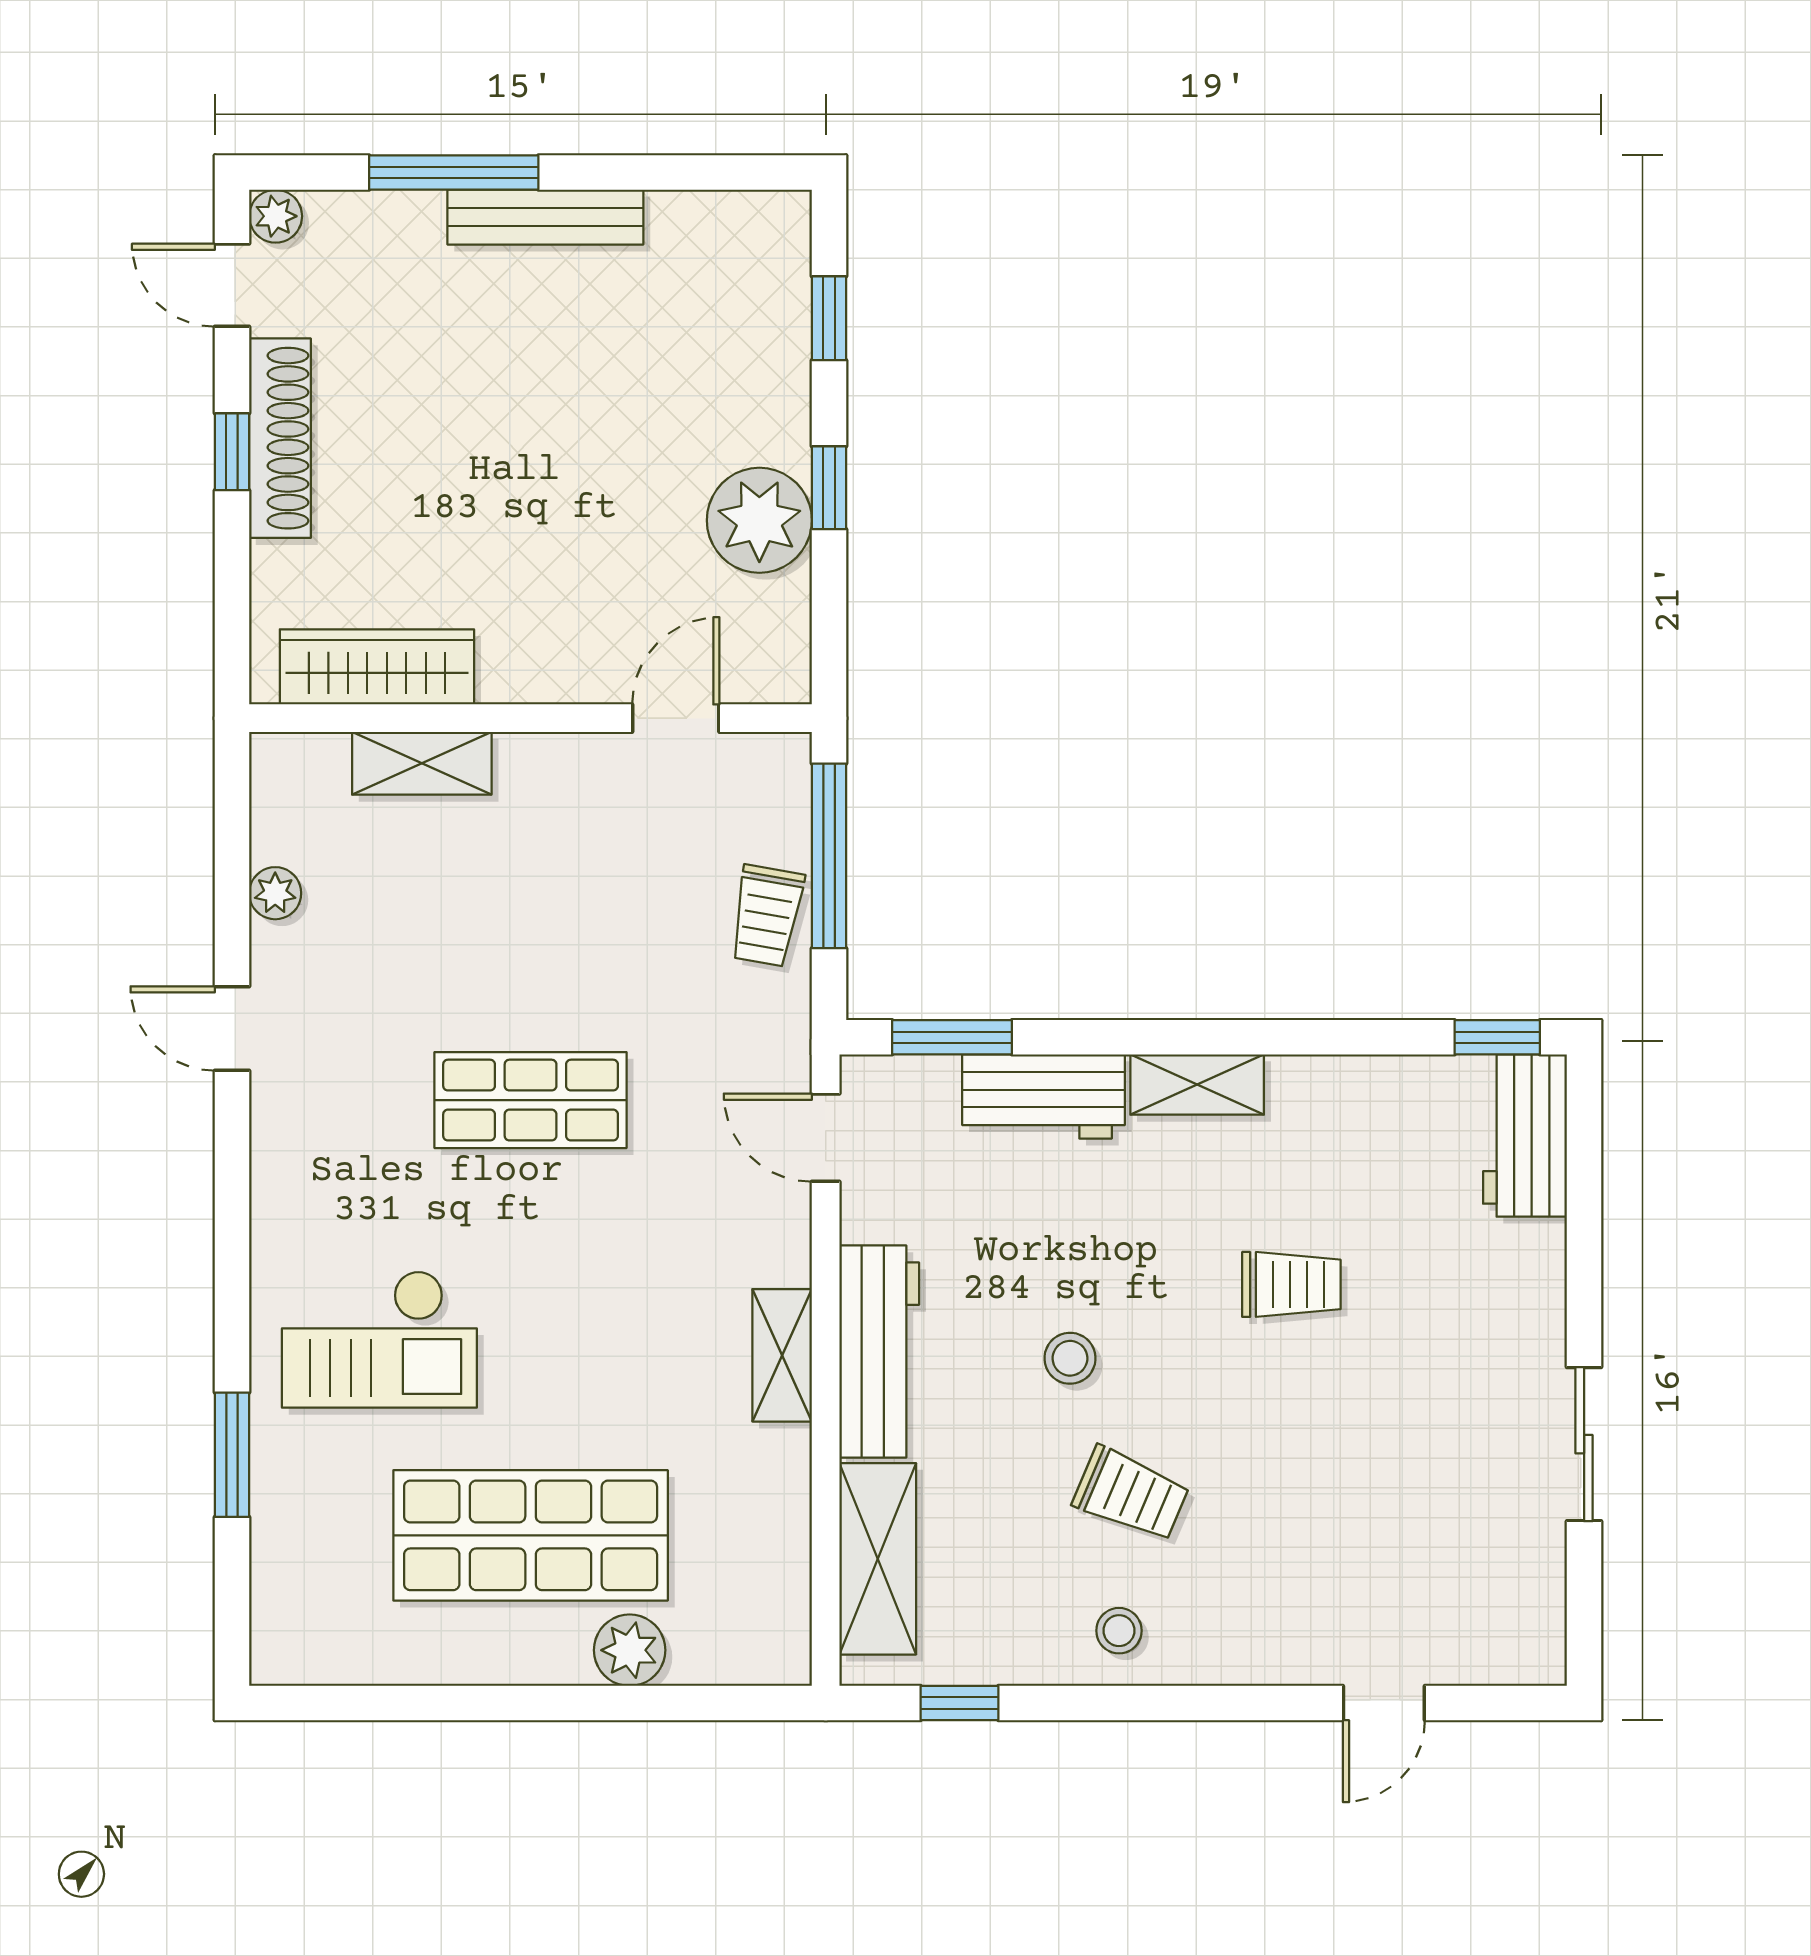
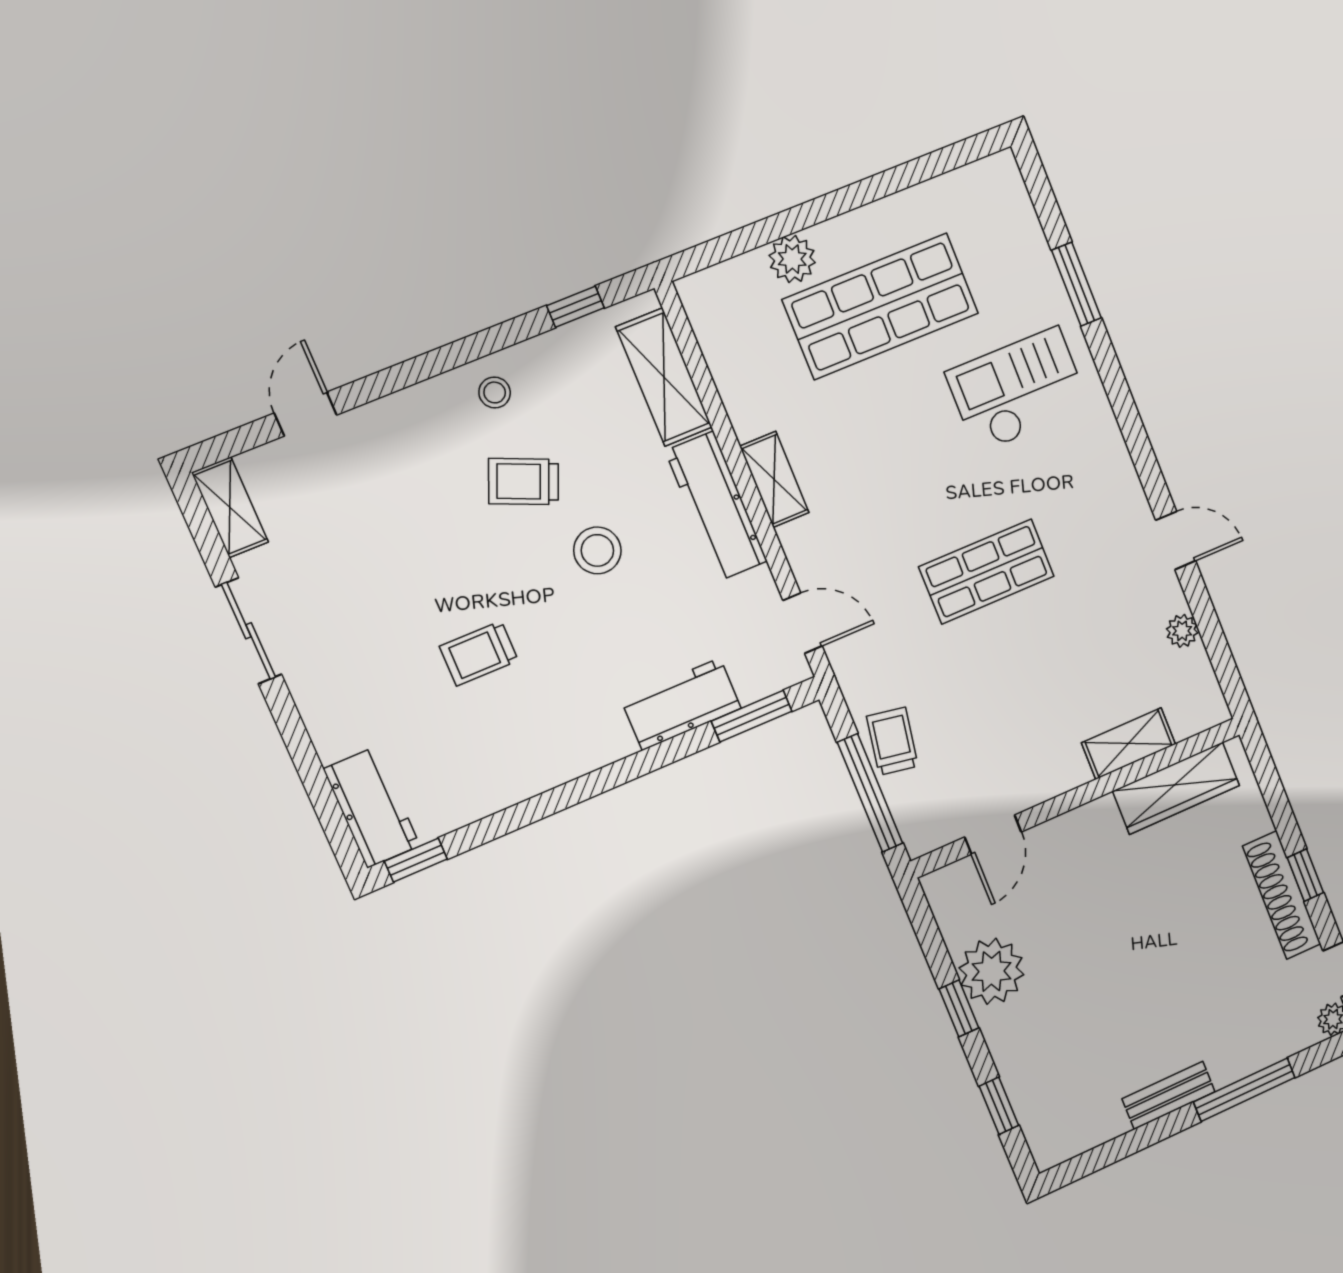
bench: (545, 217) -> (1169, 1095), width x0.73
shelving: (1197, 1085) -> (230, 507), moved, turned 90
stool: (1070, 1358) -> (597, 550), width x1.37, depth x1.37

